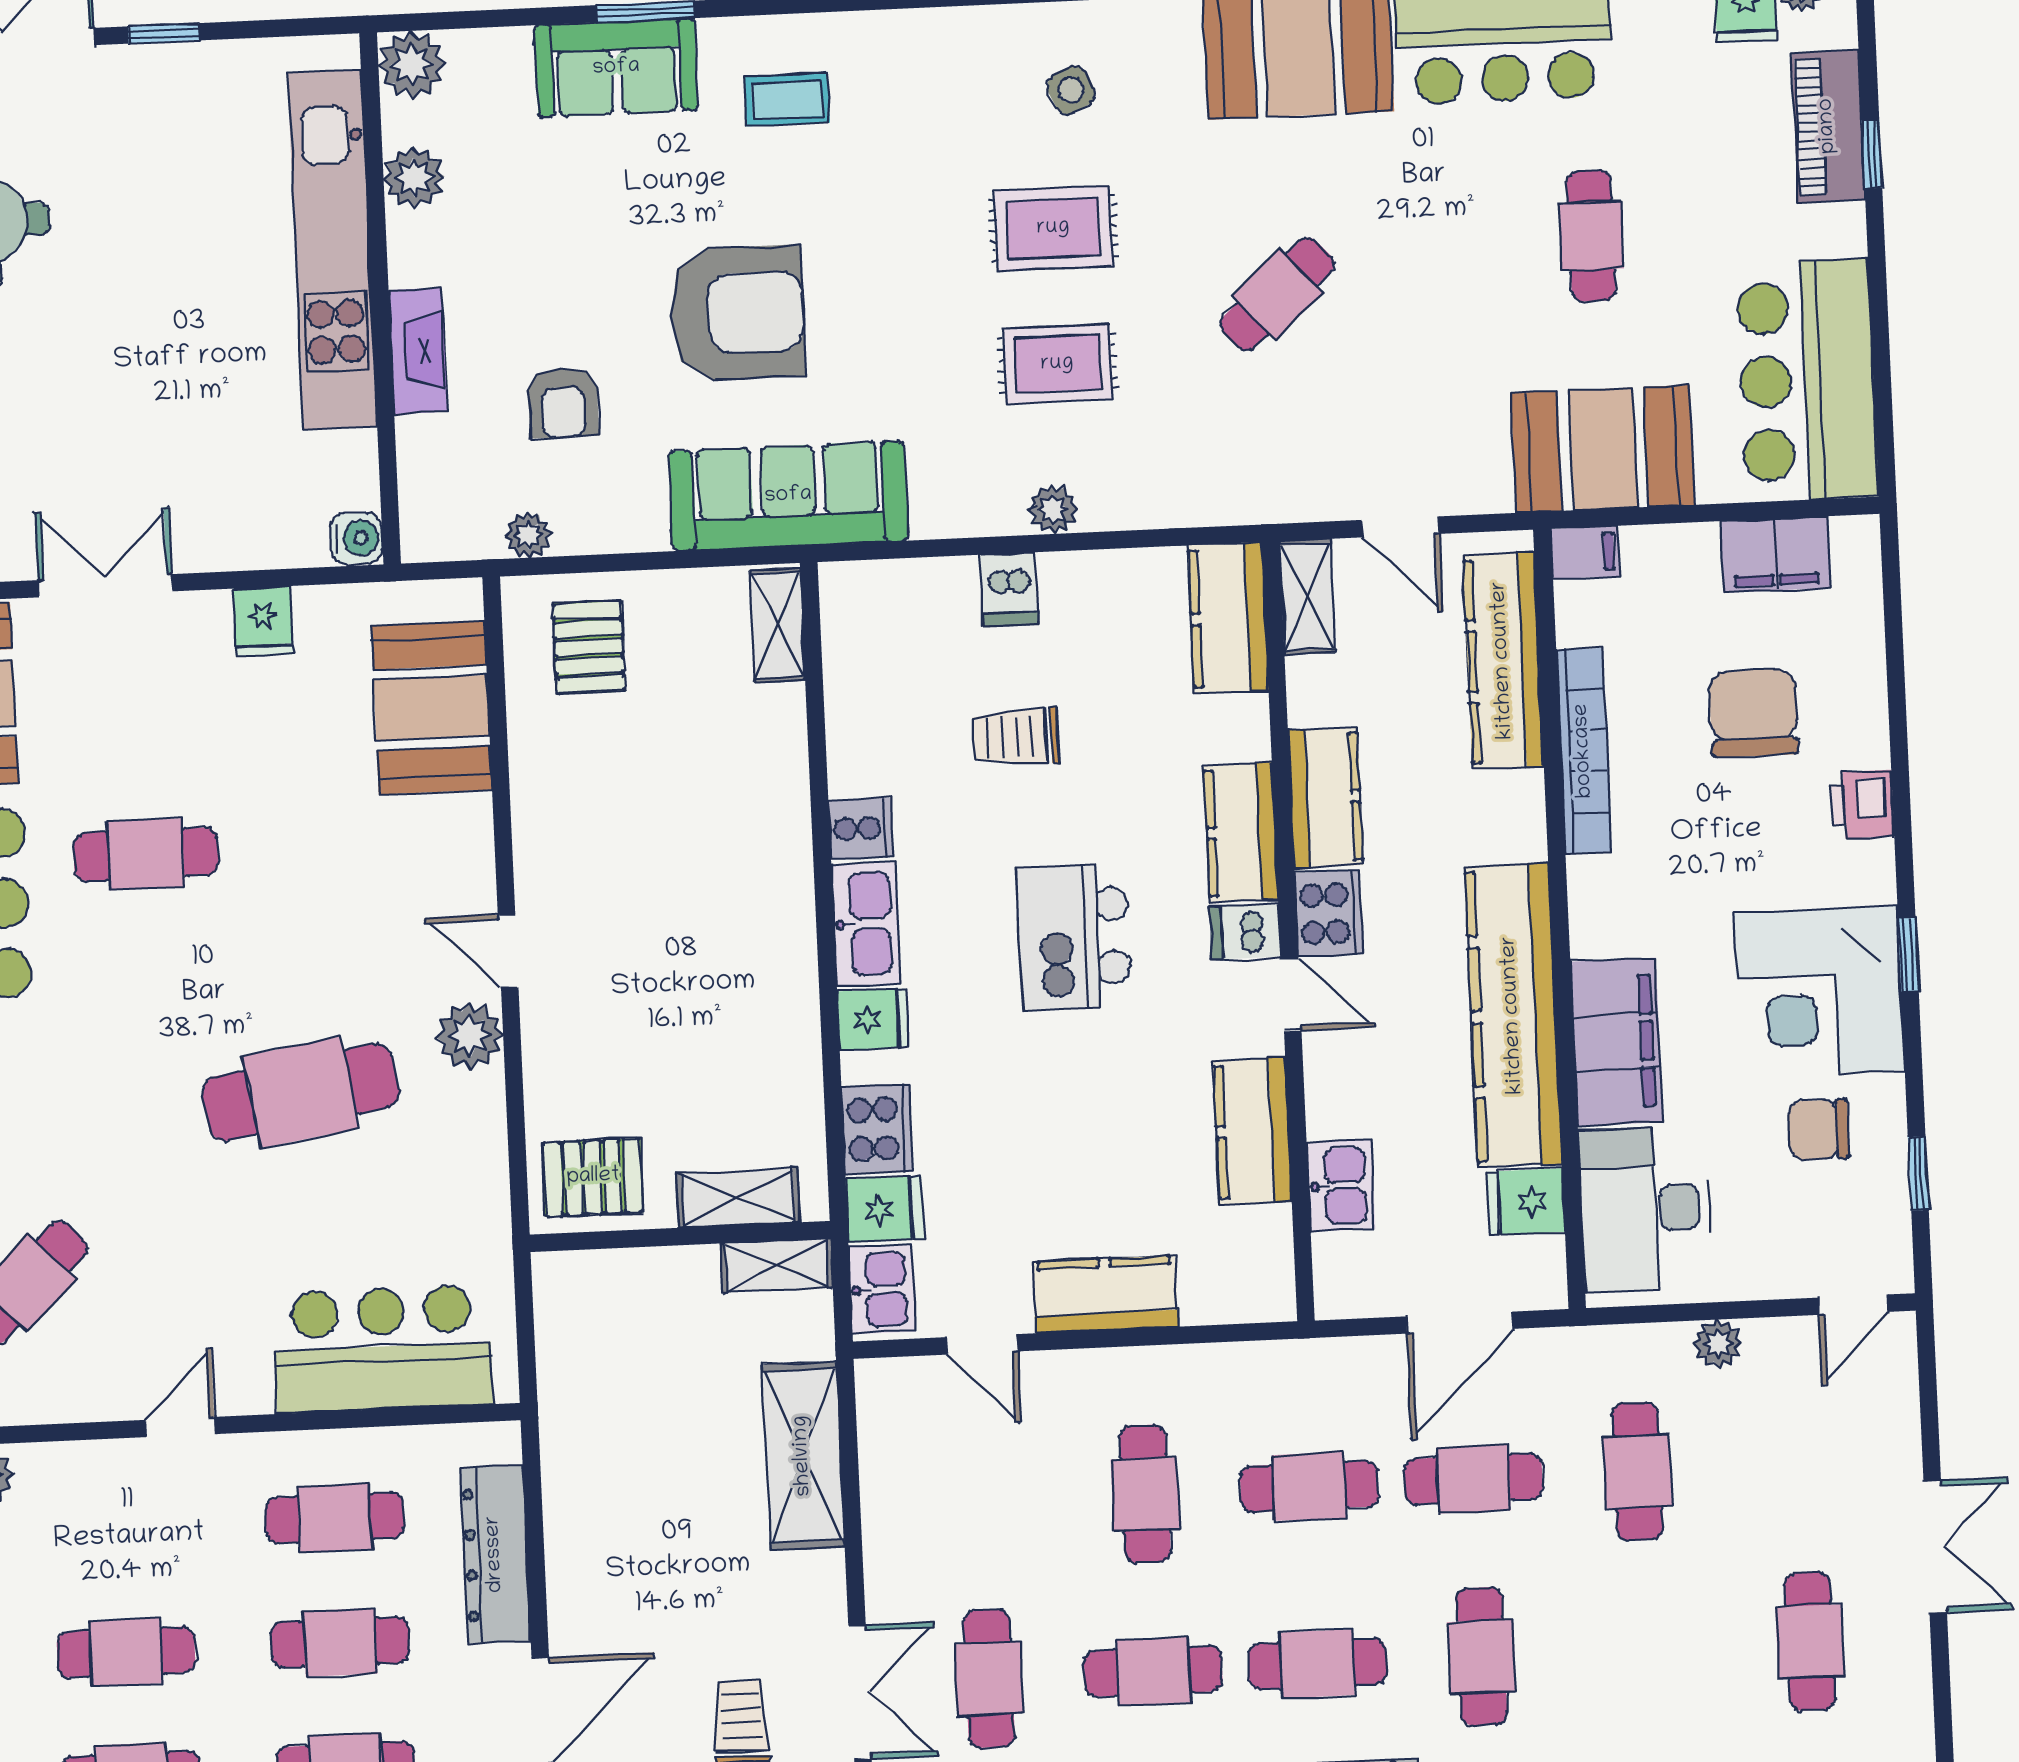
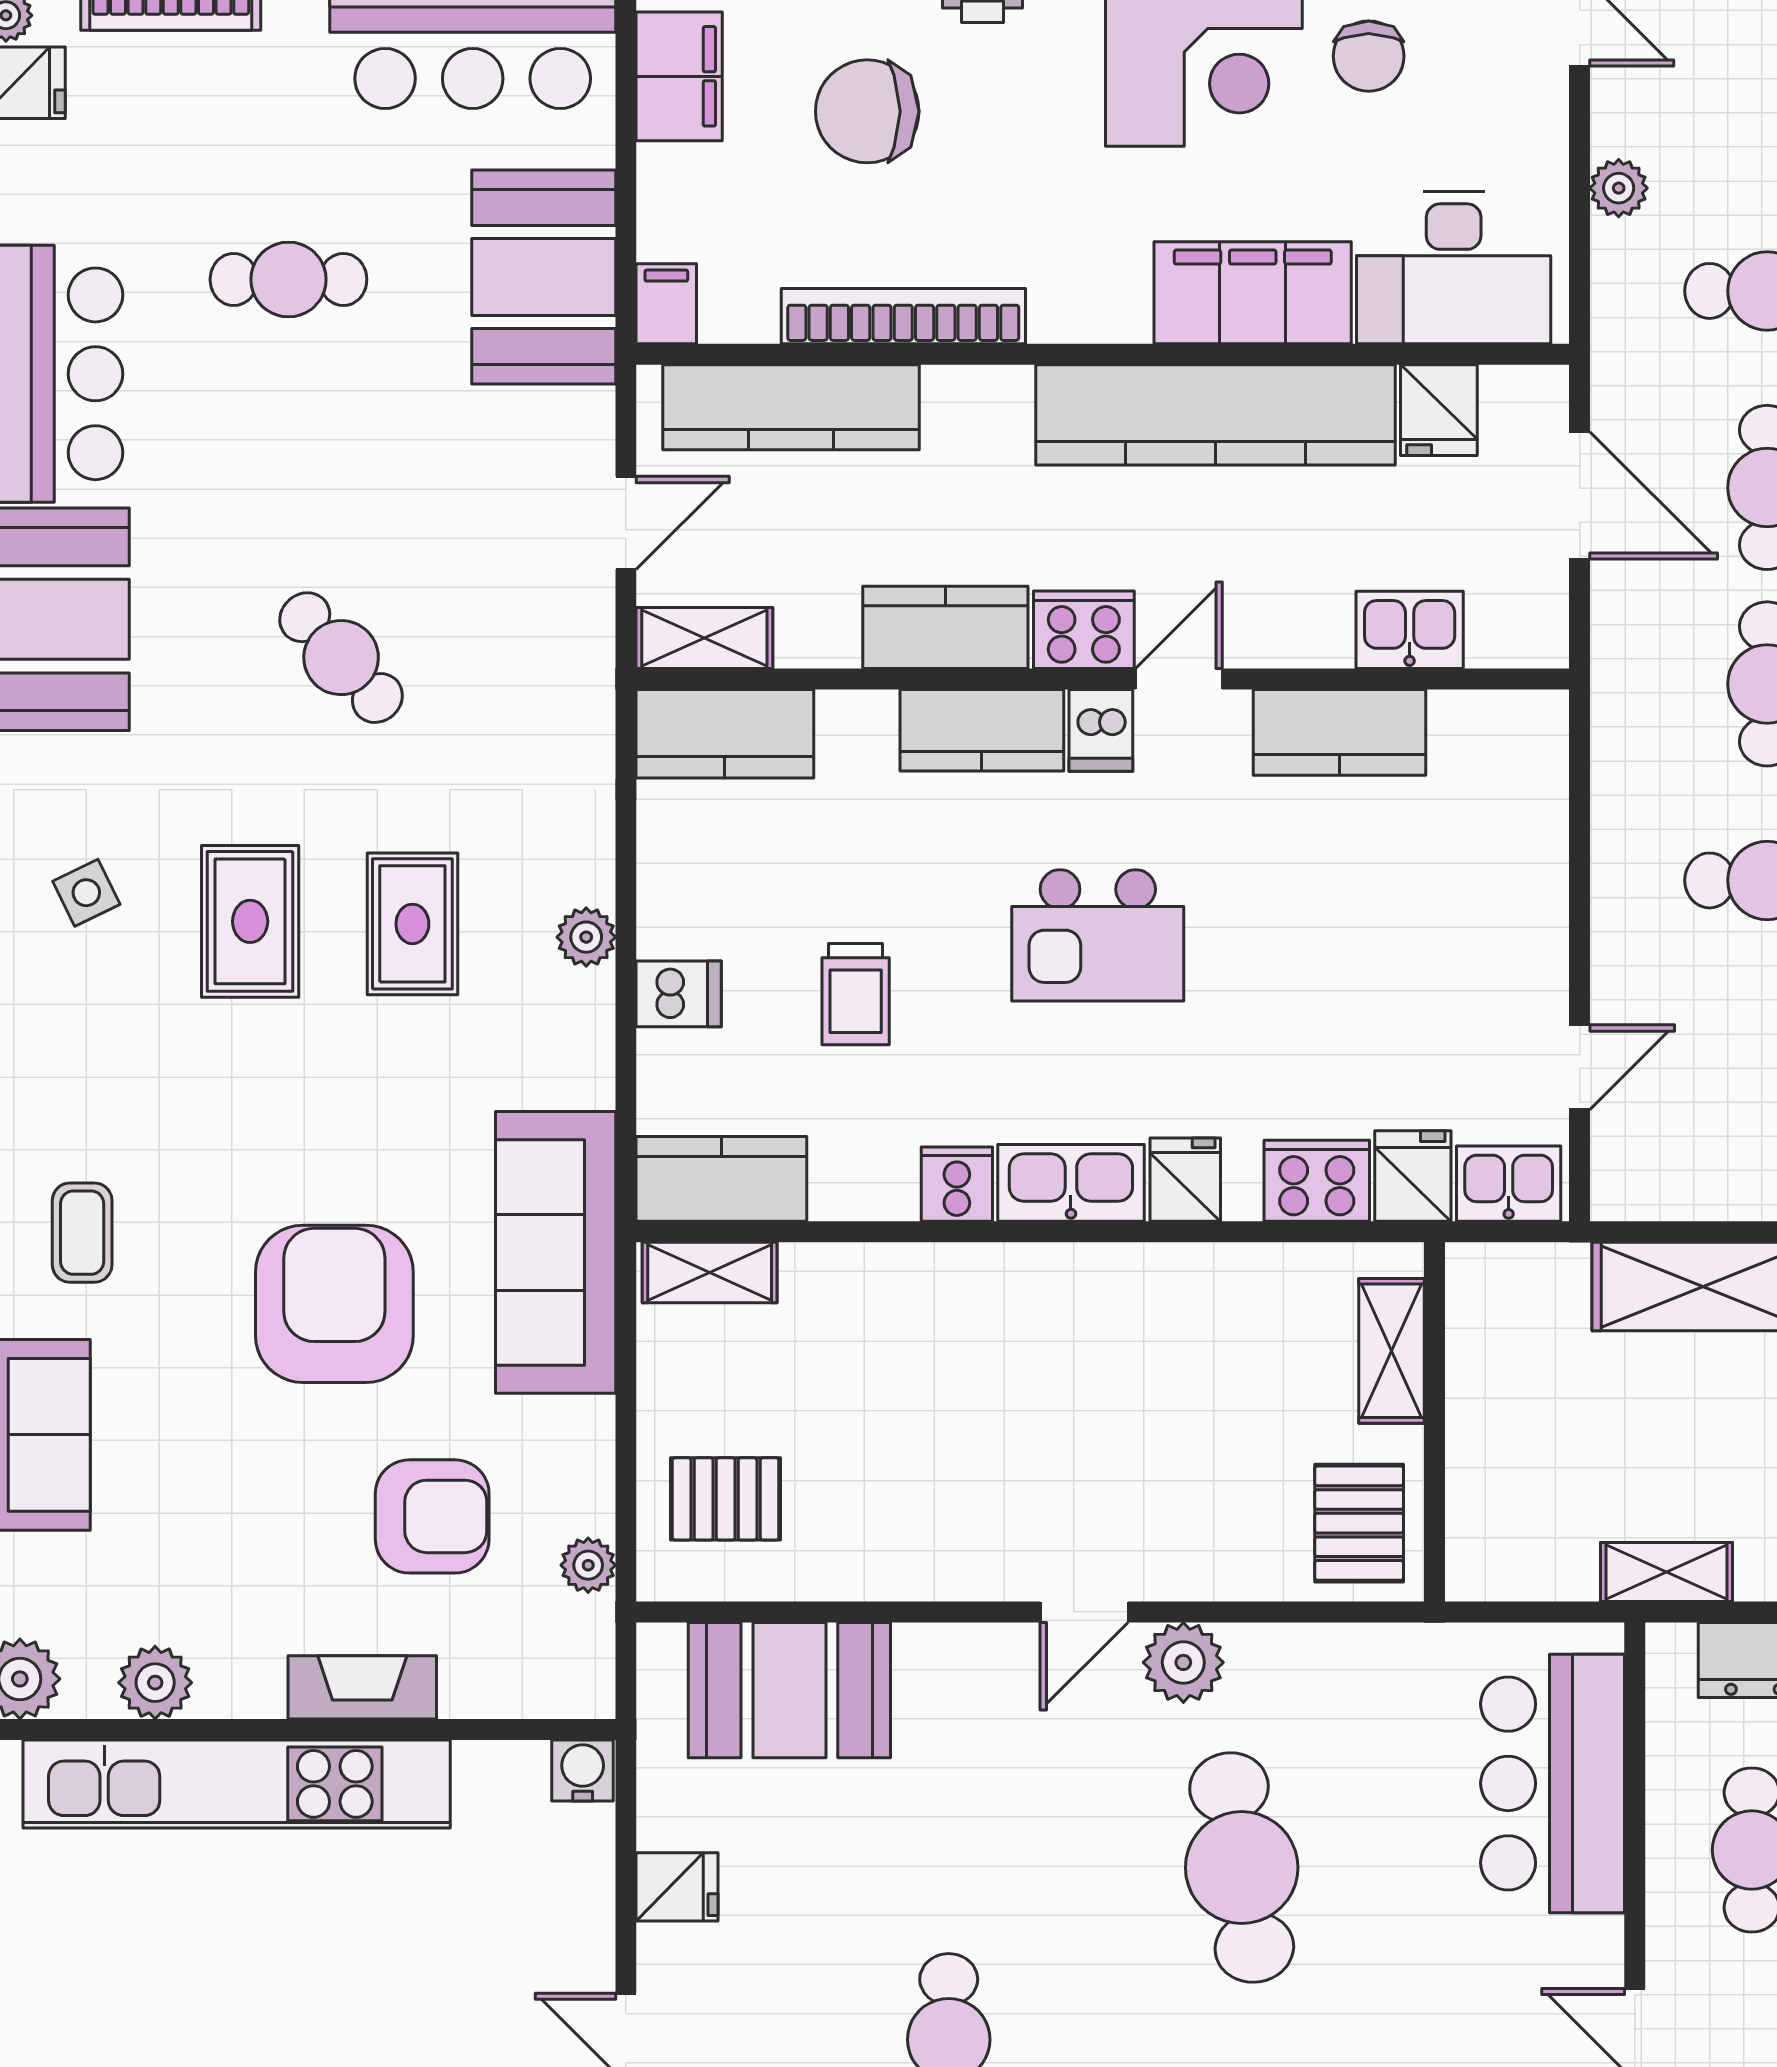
armchair: (563, 403) -> (432, 1516), width x1.38, depth x1.38
shelving: (777, 1266) -> (1667, 1572), moved, turned 90
kitchen counter: (1105, 1294) -> (721, 1179), moved, turned 90

